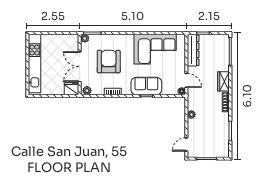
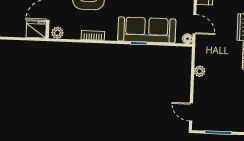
sofa: (146, 86) -> (147, 30), width x1.36
door: (186, 144) -> (191, 112), hinge flipped

